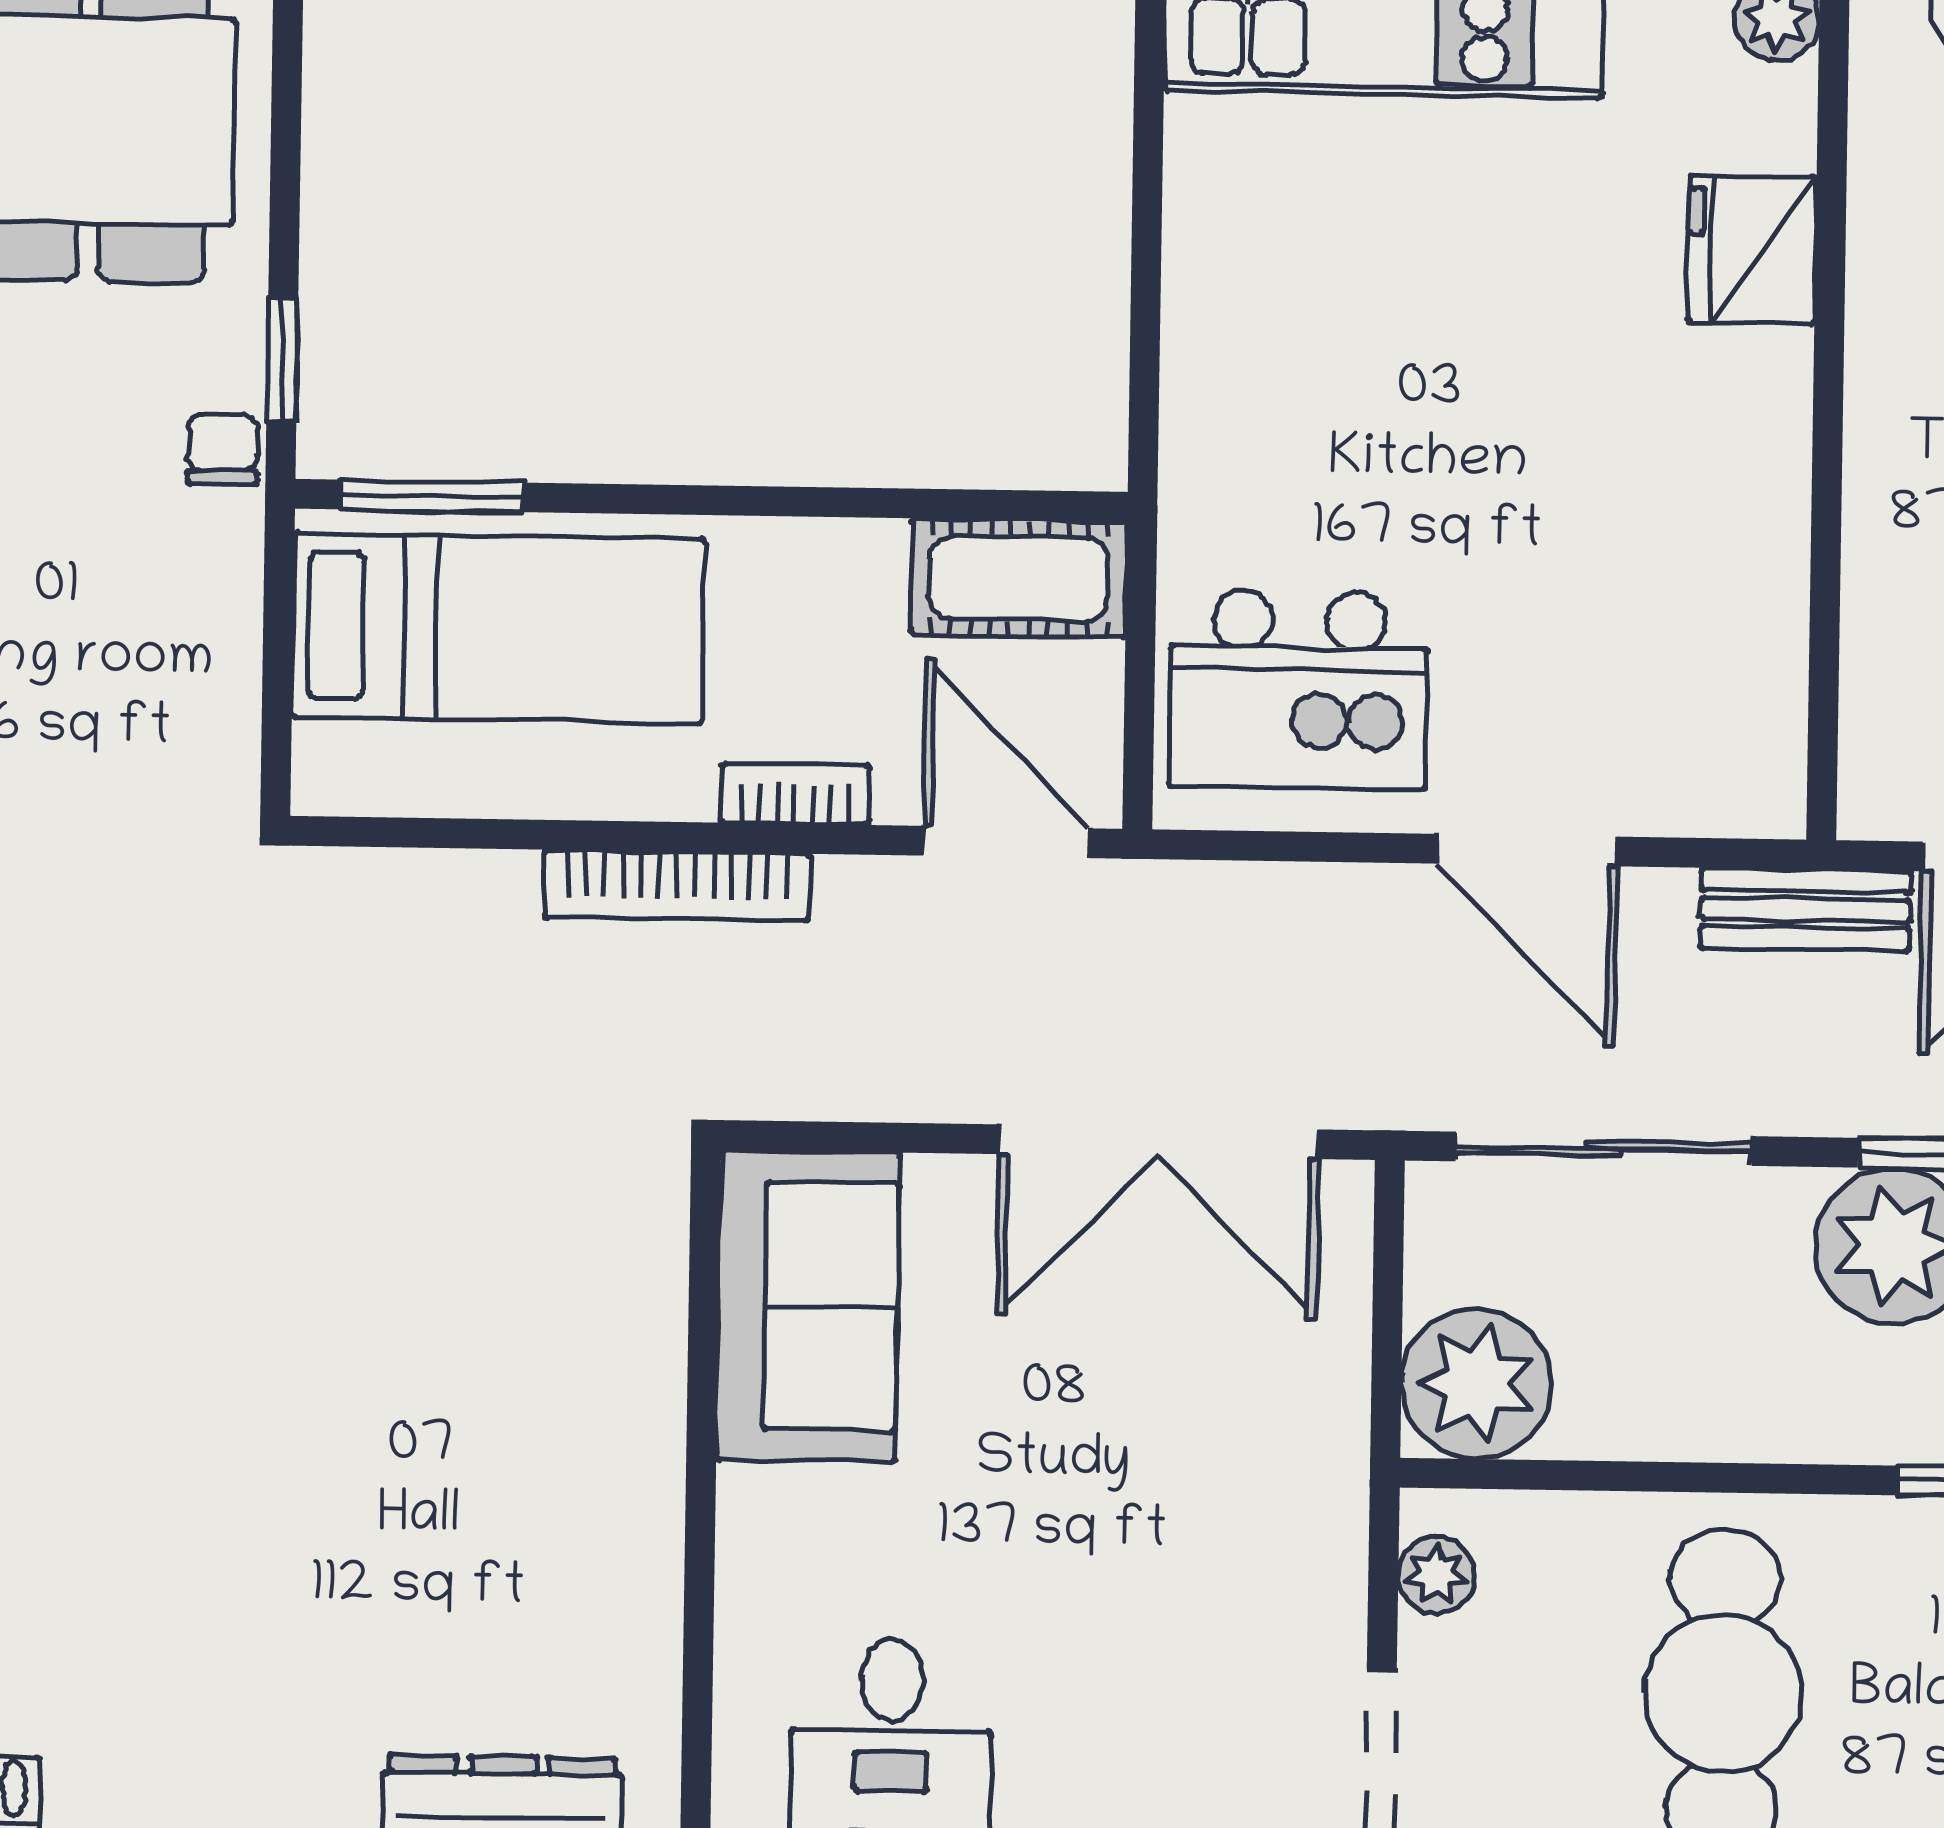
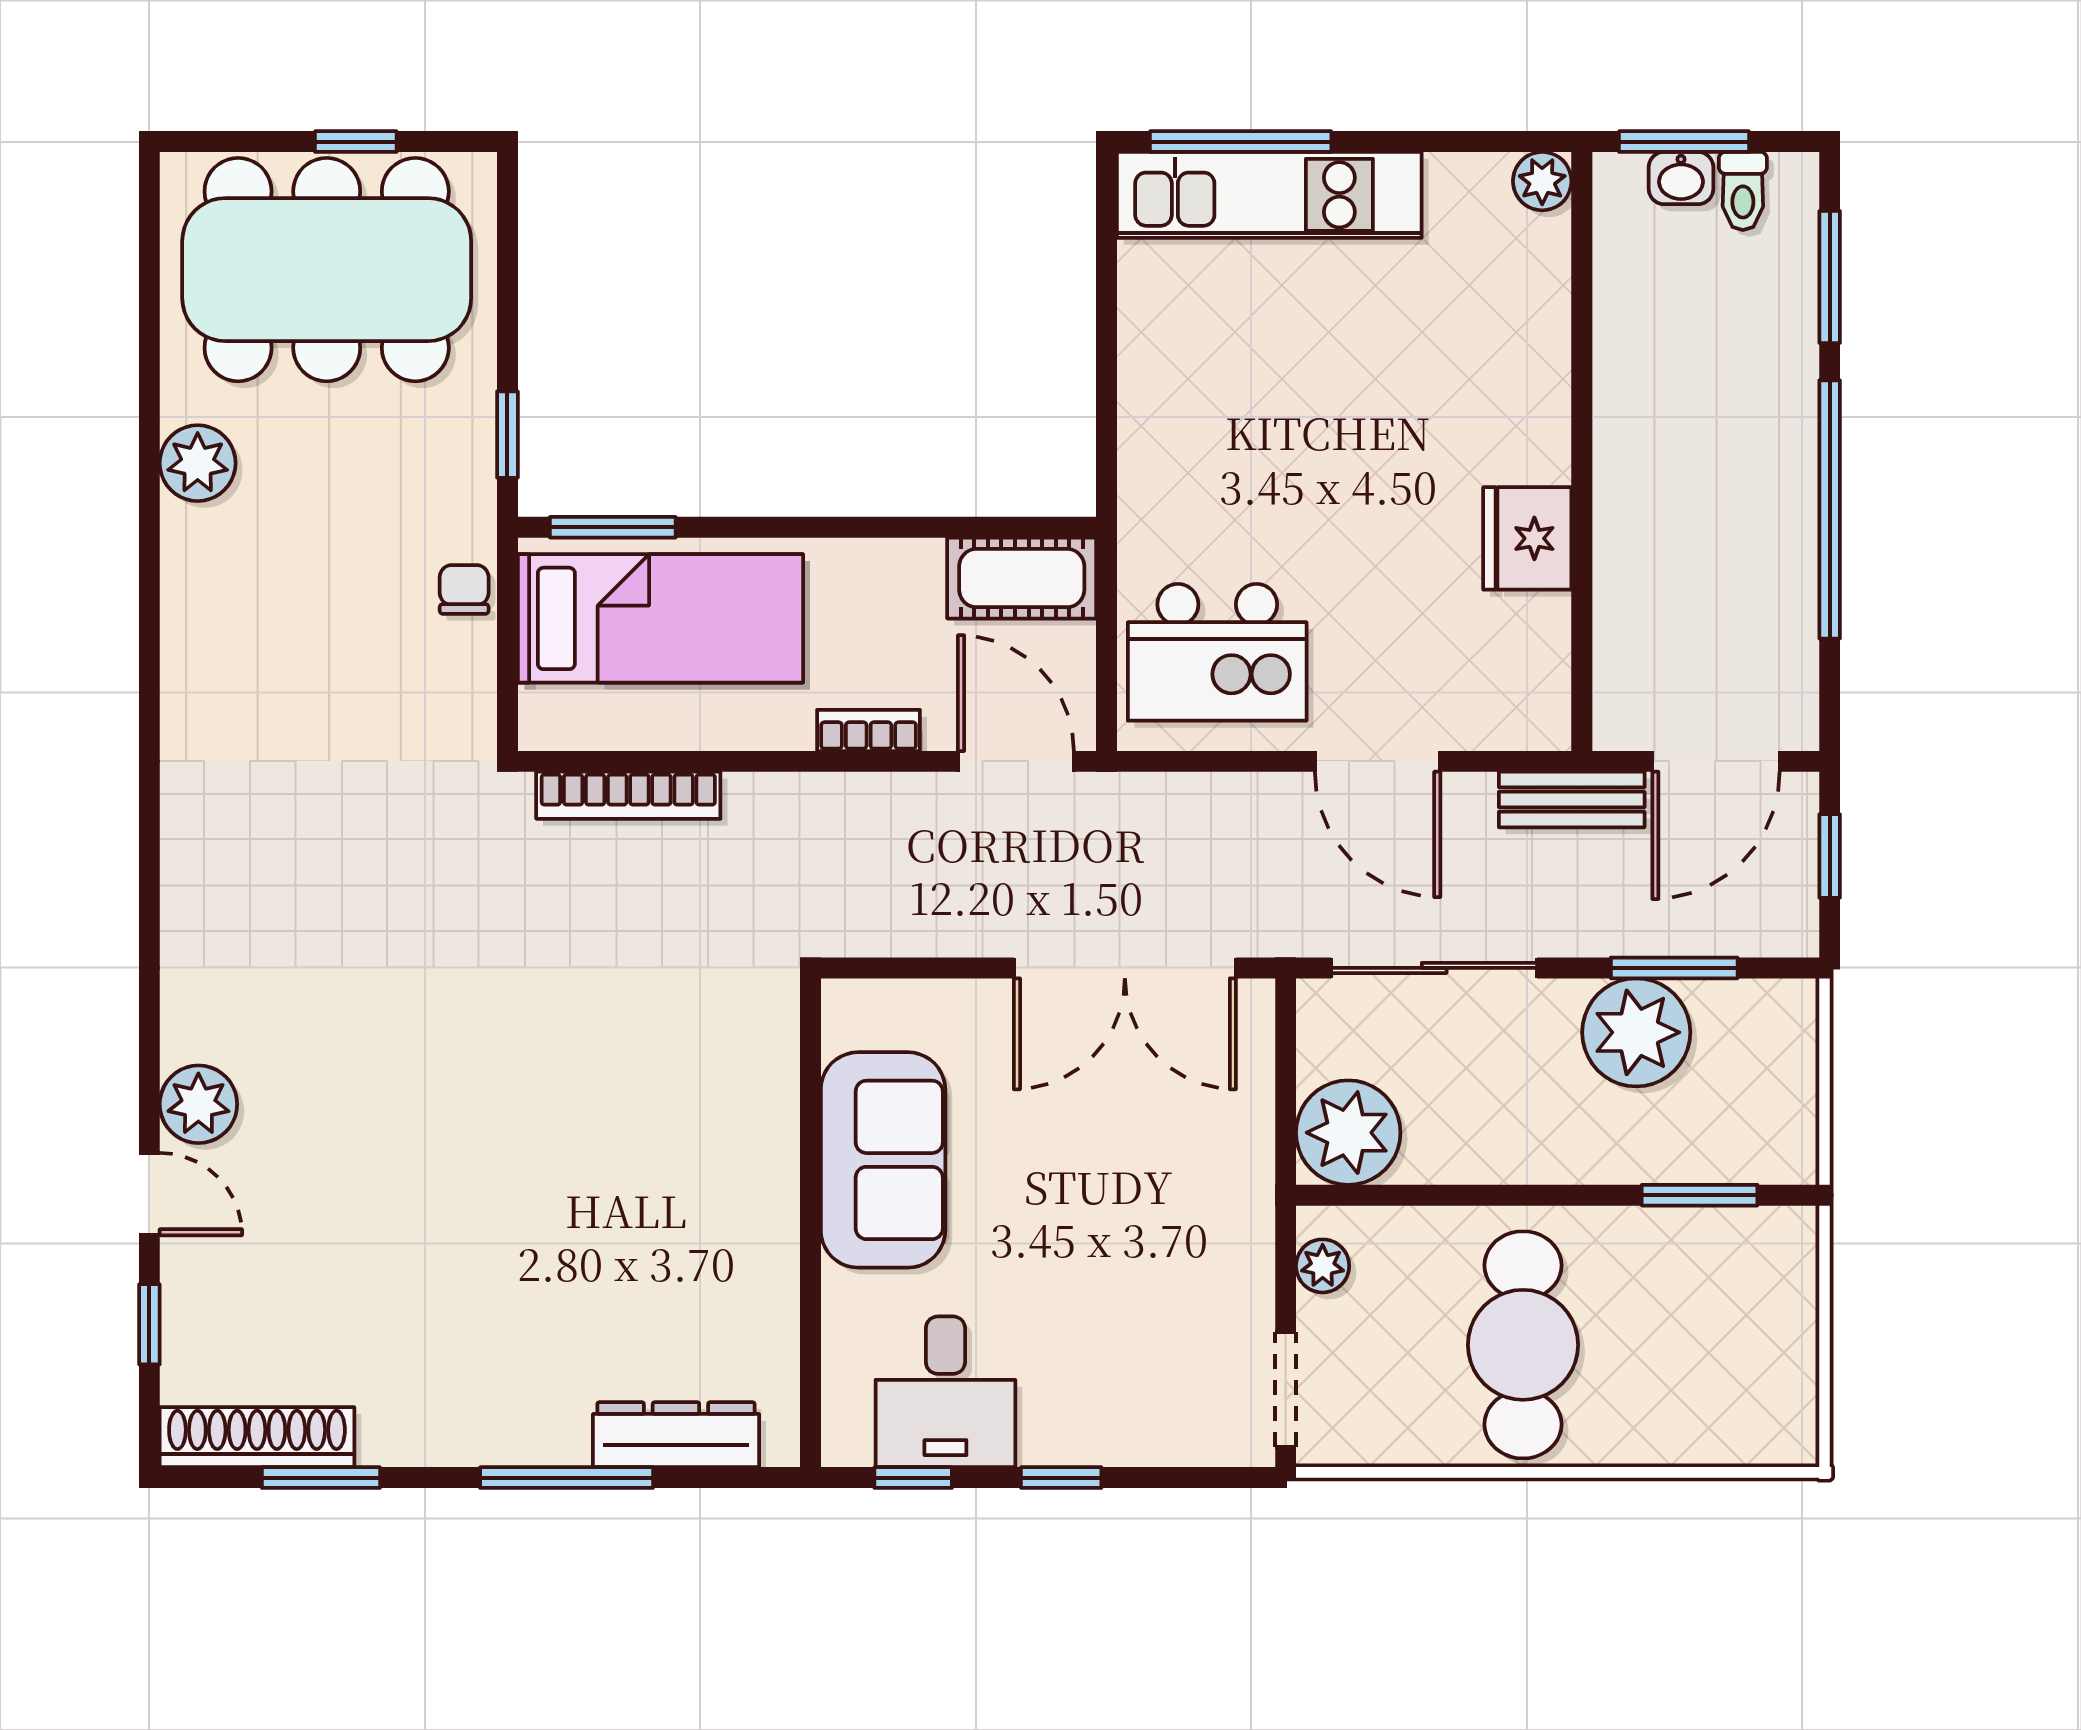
fridge: (1752, 250) -> (1527, 538), moved
chair: (223, 449) -> (464, 589), moved
bookcase: (677, 886) -> (628, 795), moved
sofa: (808, 1306) -> (883, 1160), moved

